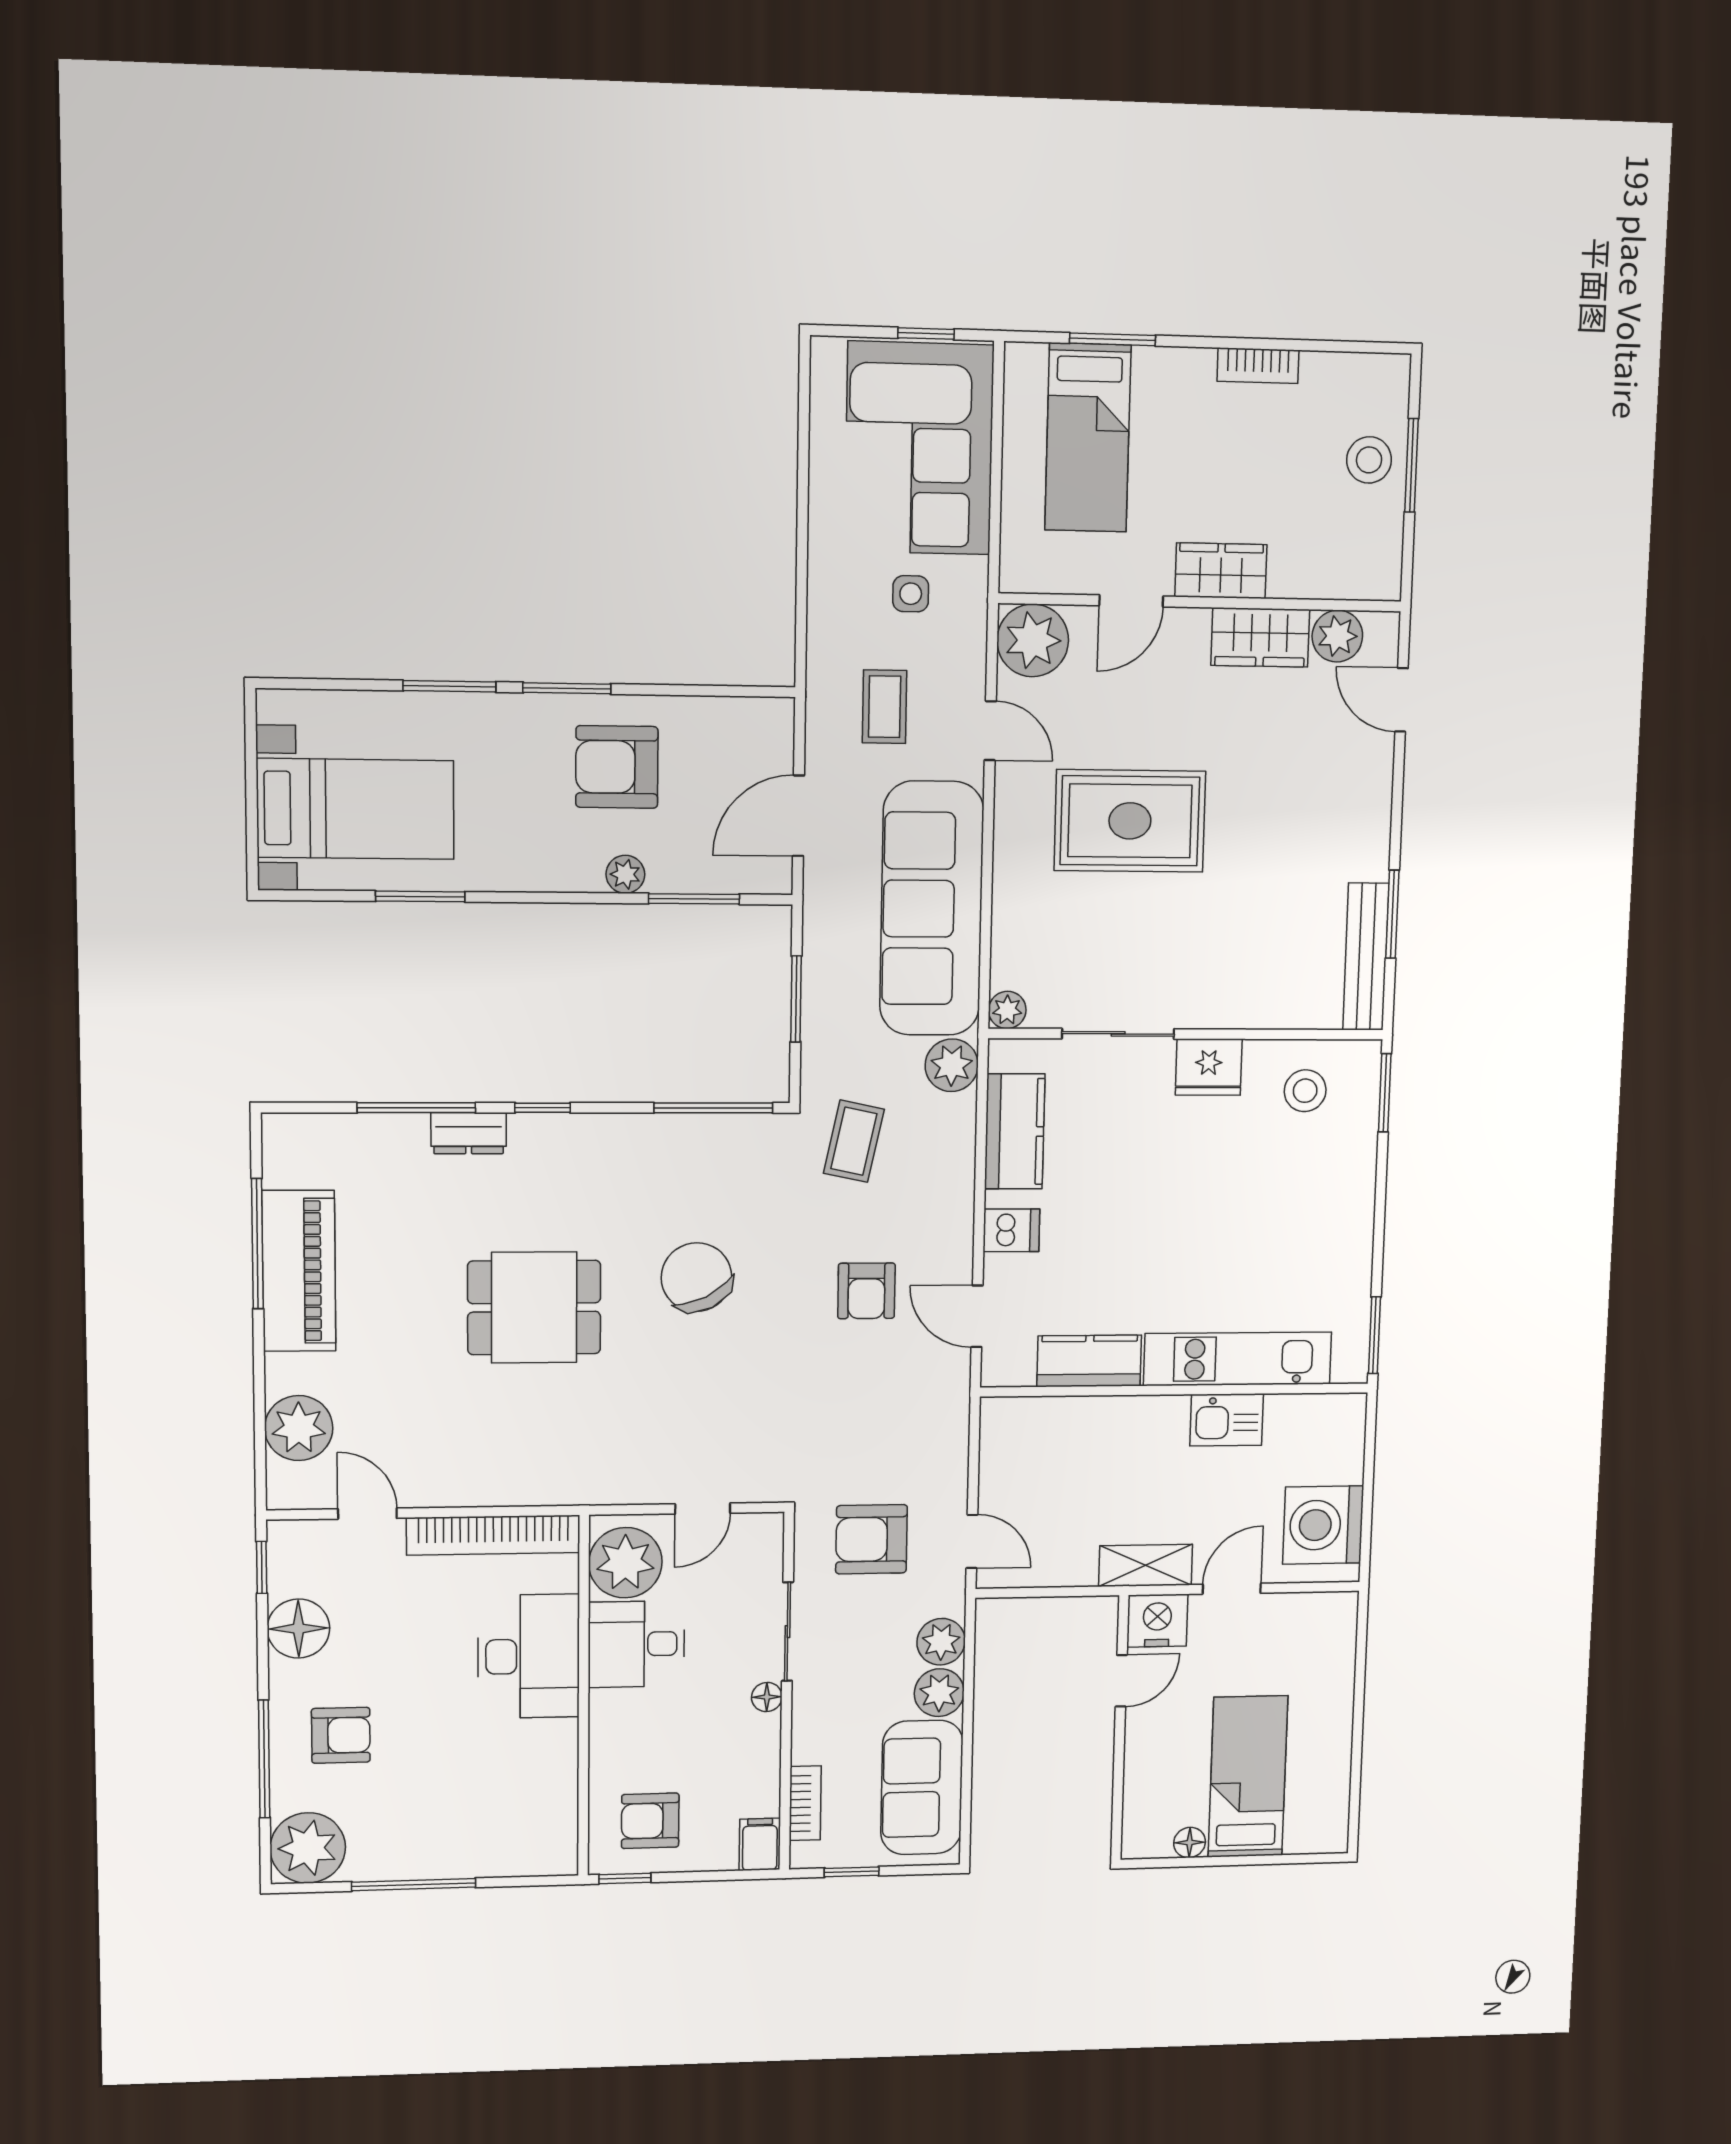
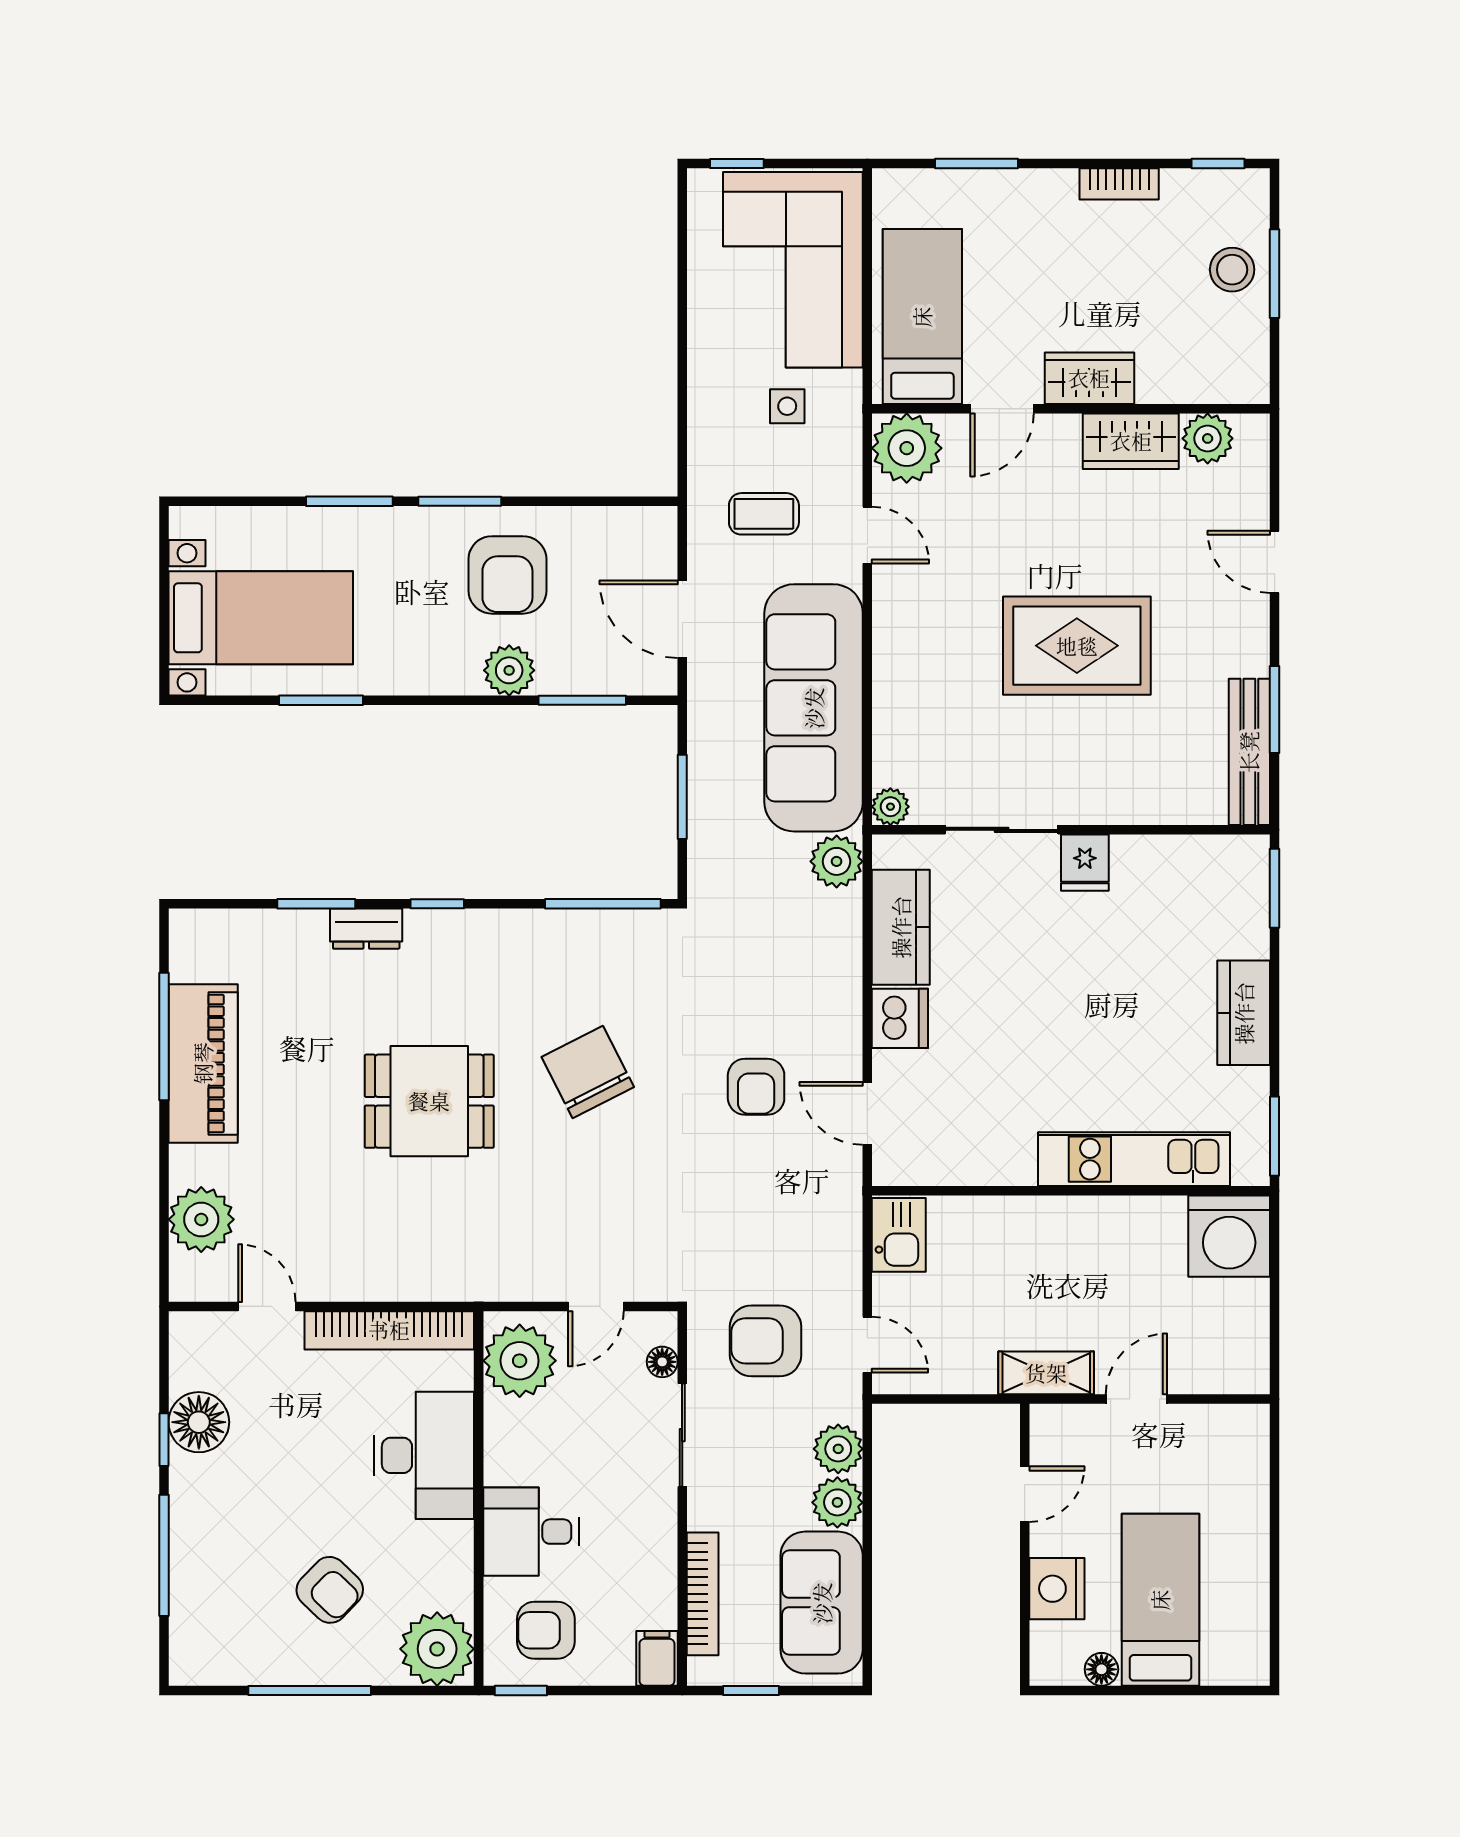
window: (926, 334) -> (737, 163), moved
window: (1359, 347) -> (1218, 163), added
bed: (1088, 438) -> (922, 317), moved, turned 180
door: (1401, 700) -> (1275, 562), moved
coffee table: (885, 707) -> (764, 514), turned 90
armchair: (617, 767) -> (507, 575), turned -90
door: (798, 816) -> (682, 619), hinge flipped
rug: (1130, 821) -> (1077, 646), moved
plant: (625, 874) -> (509, 670), width x1.38, depth x1.38
fridge: (1209, 1067) -> (1085, 863), width x0.72
stool: (1305, 1091) -> (1193, 886), removed
window: (416, 1108) -> (316, 904), width x0.69
coffee table: (854, 1141) -> (741, 937), removed
dishwasher: (1011, 1230) -> (900, 1018), width x1.38
kitchen counter: (1089, 1361) -> (1244, 1013), moved, turned -90
kitchen sink: (1227, 1420) -> (899, 1235), moved, turned -90
washing machine: (1323, 1525) -> (1229, 1236), moved, turned -90
window: (262, 1567) -> (164, 1440), moved
nightstand: (1157, 1621) -> (1057, 1589), moved, turned -90
desk: (636, 1644) -> (531, 1532), moved
floor lamp: (767, 1697) -> (662, 1362), moved
armchair: (341, 1735) -> (330, 1590), moved, turned 44
bookcase: (805, 1803) -> (703, 1594), width x1.56
plant: (308, 1848) -> (437, 1649), moved

